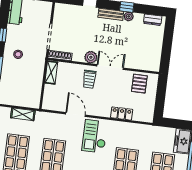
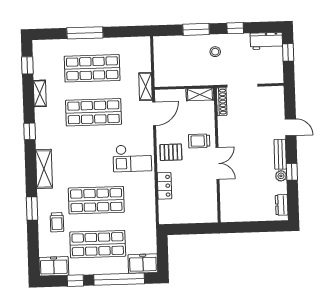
plant: (91, 57) -> (226, 139), removed
pallet: (139, 84) -> (171, 152), moved
shelving: (23, 114) -> (146, 87), moved
door: (75, 114) -> (154, 114), moved
checkout: (95, 136) -> (132, 158), turned 180

